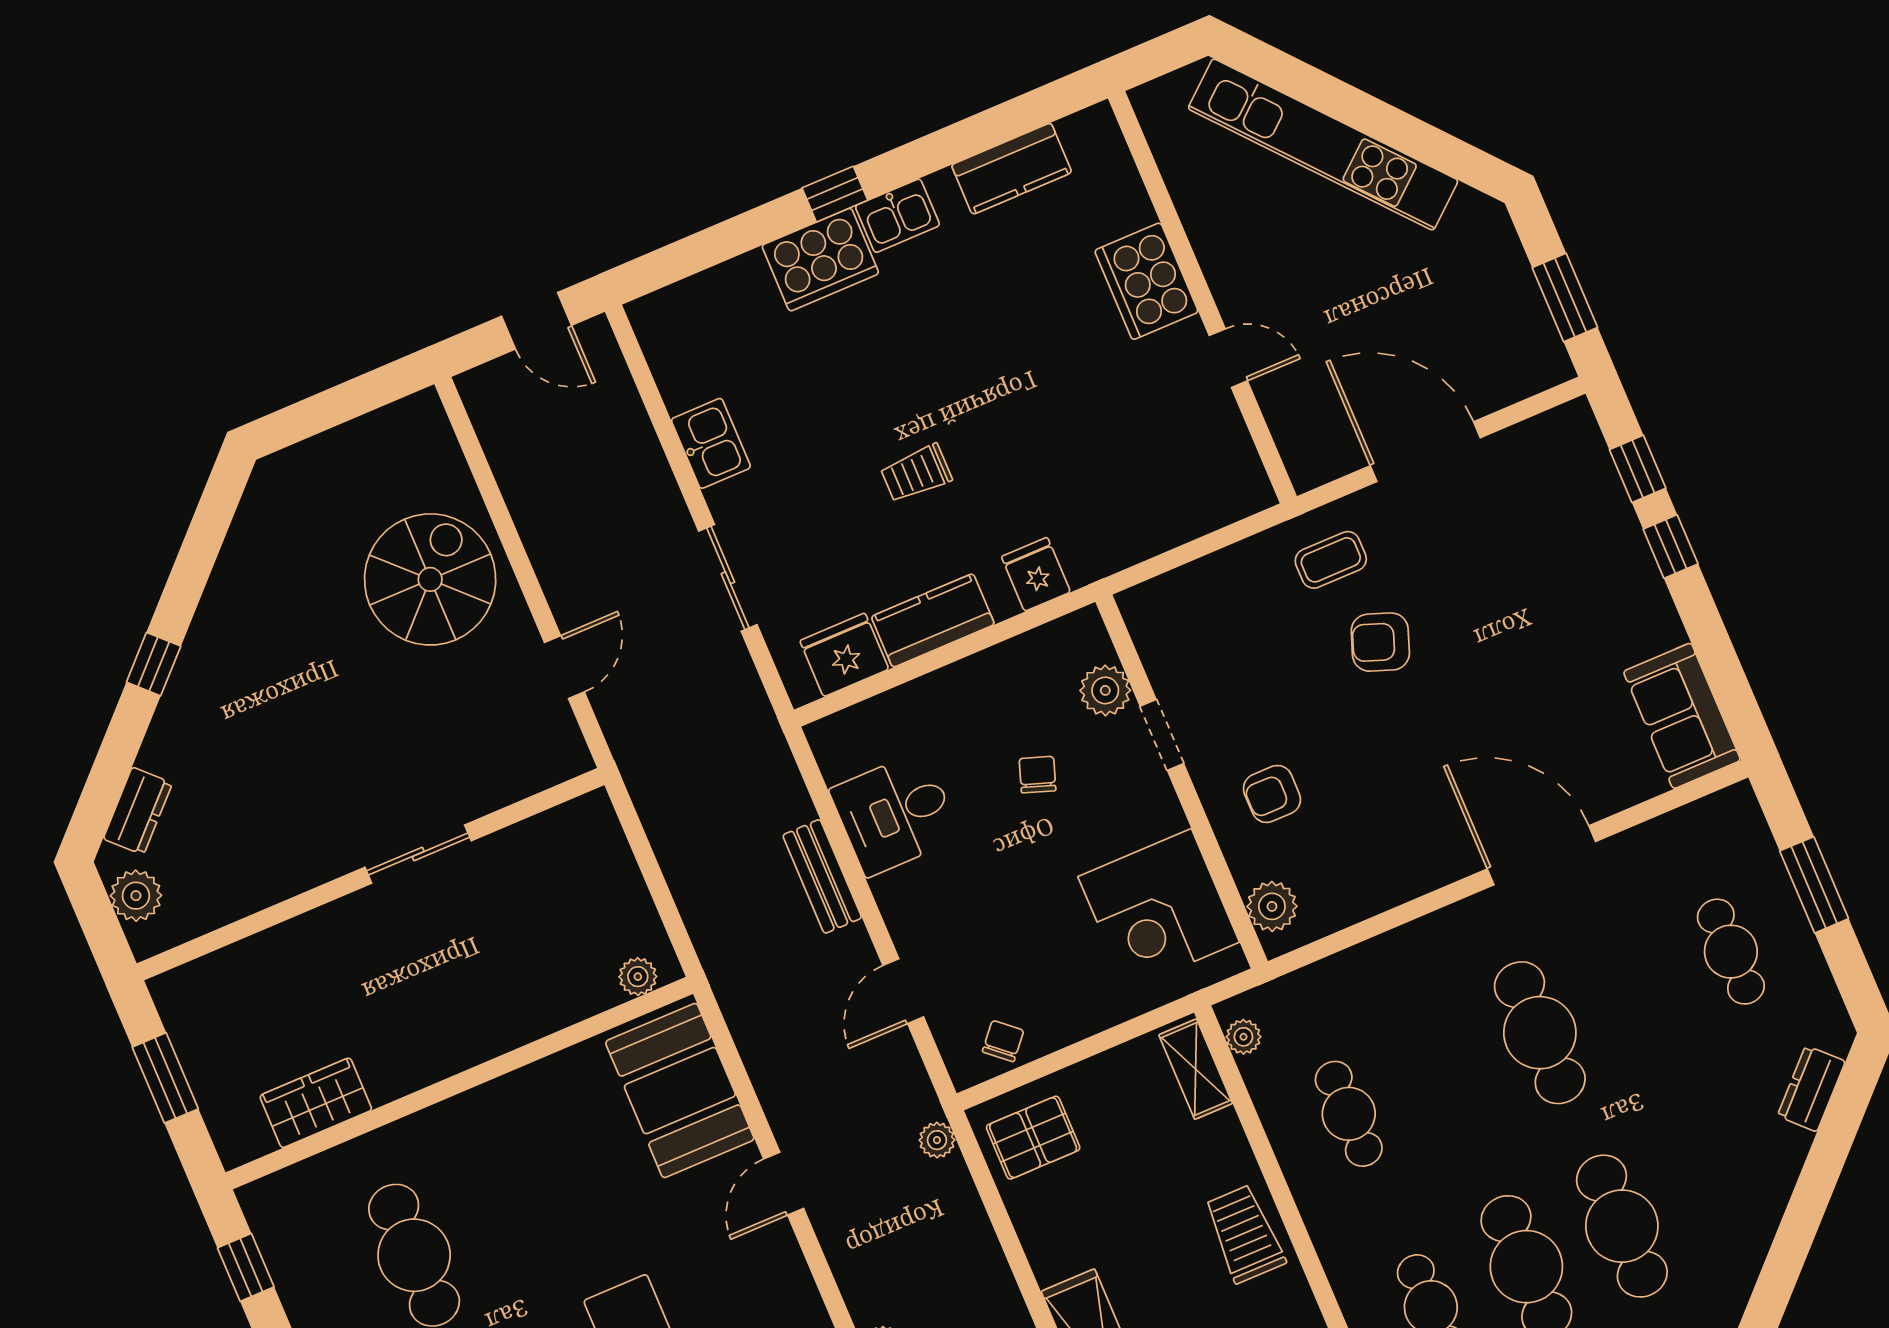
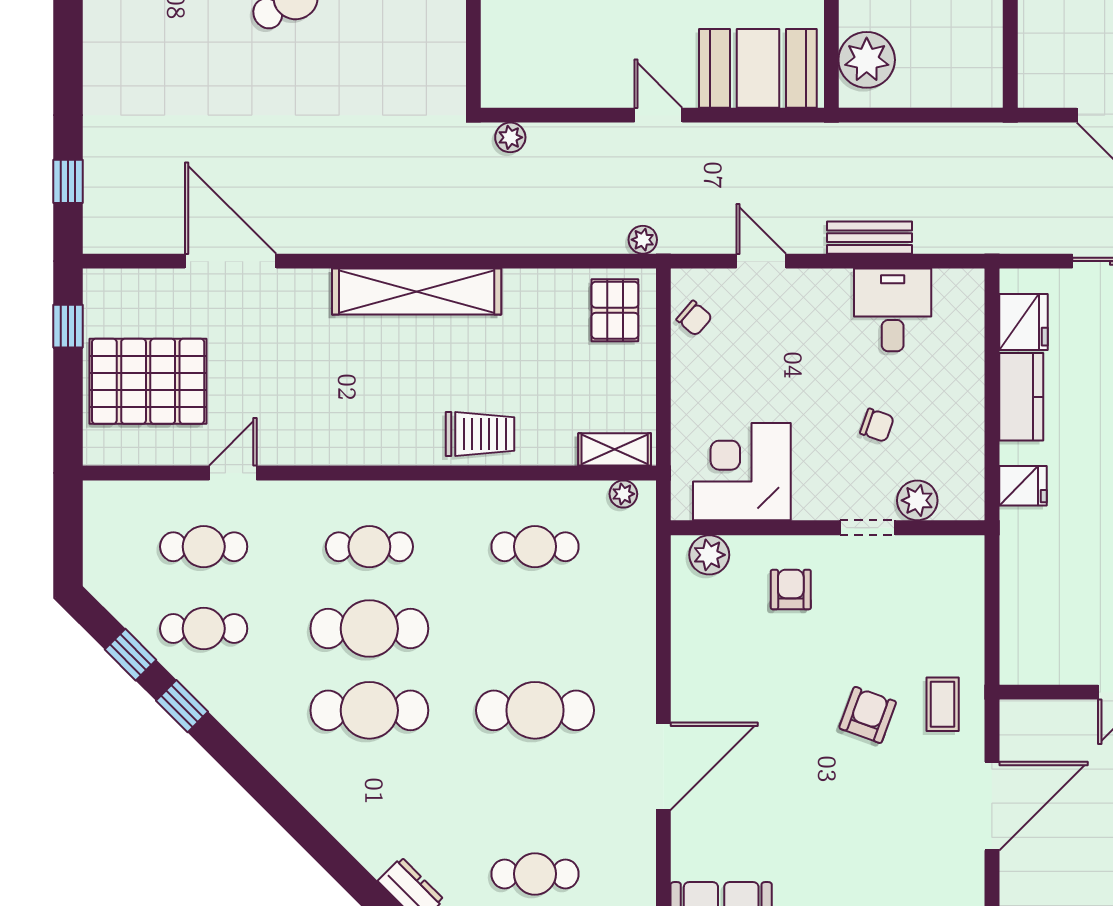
plant: (638, 977) -> (867, 60), width x1.87, depth x1.87

